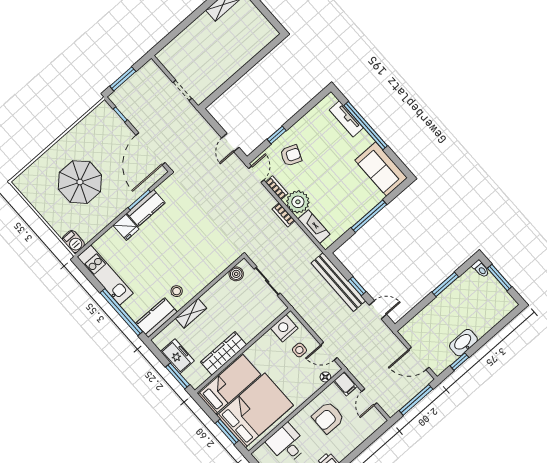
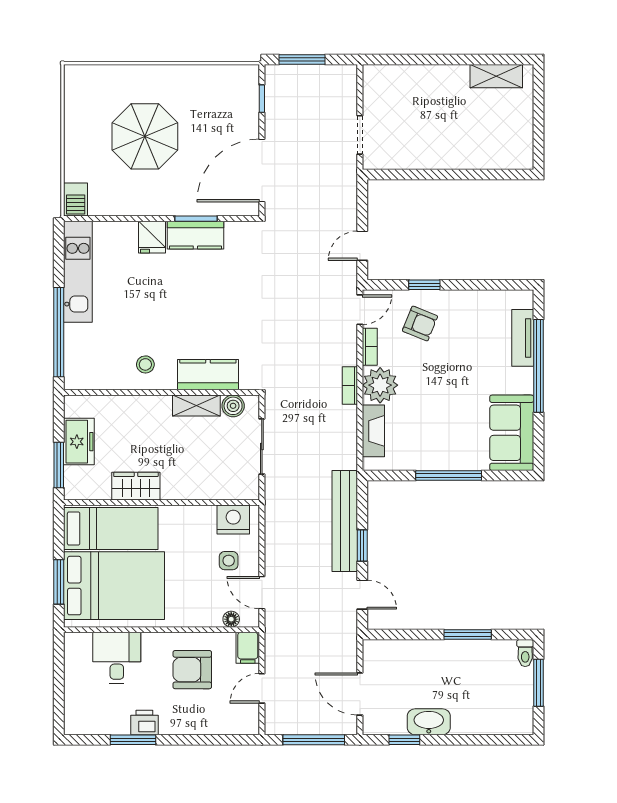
shelving: (191, 313) -> (196, 405), moved
kitchen counter: (156, 318) -> (208, 375), moved
wardrobe: (223, 353) -> (136, 486), width x0.67

